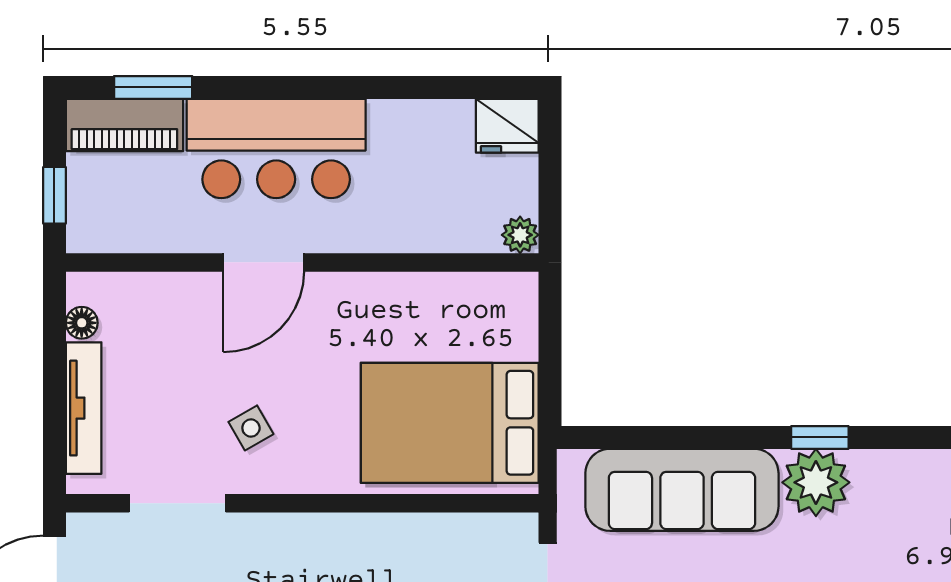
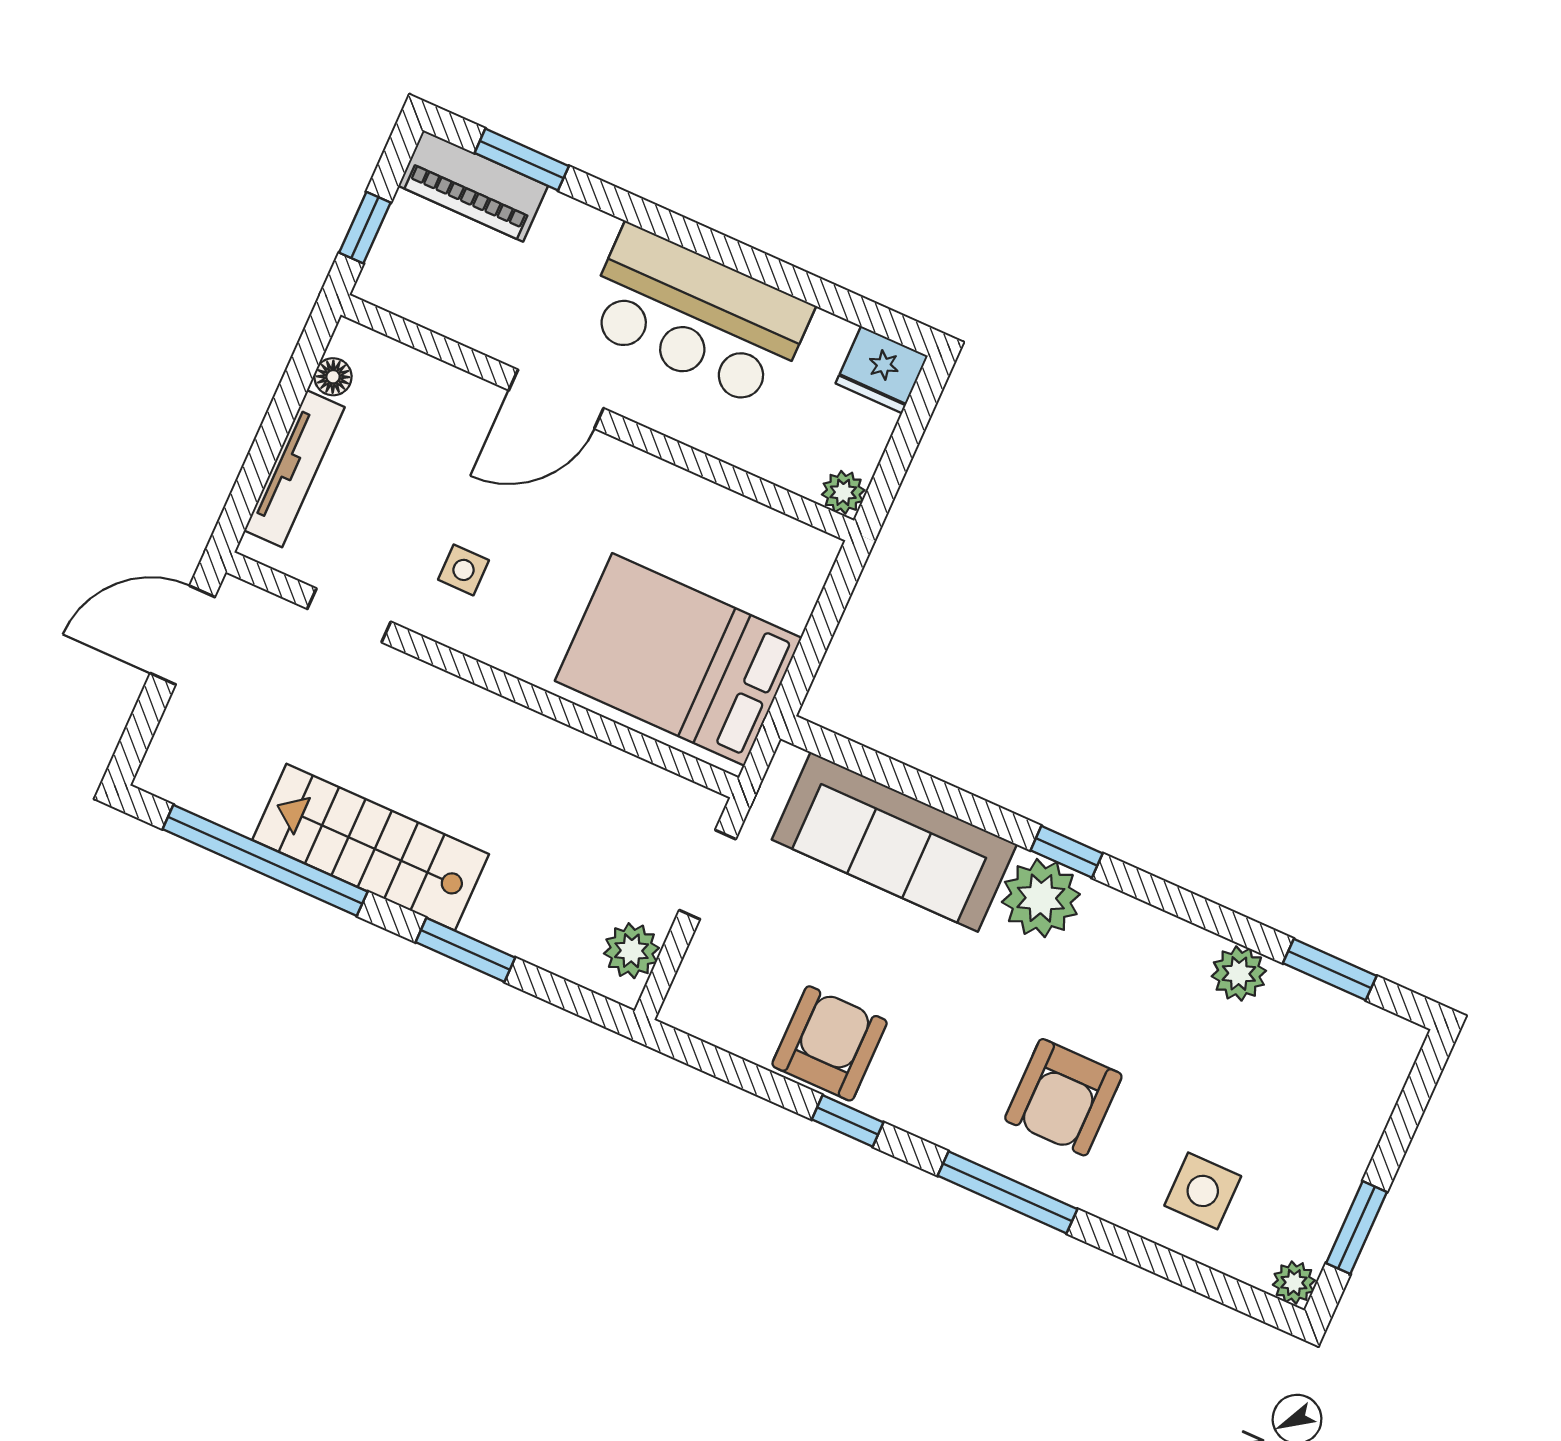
bar counter: (276, 149) -> (697, 316), moved
side table: (251, 428) -> (464, 570), turned 30
doorway: (177, 503) -> (349, 615), width x0.73

